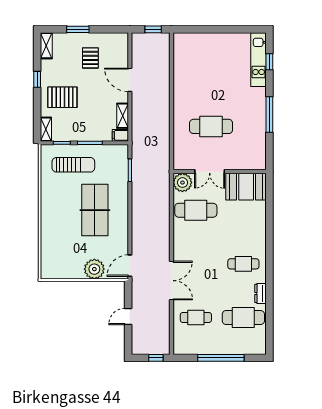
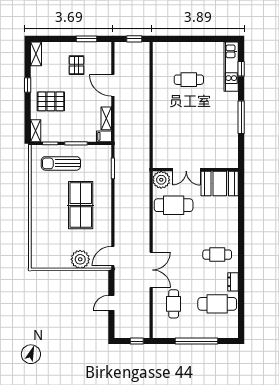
window: (78, 29) -> (86, 39), moved
cafe table: (211, 126) -> (189, 80), moved, width x0.73, depth x0.74
sun lounger: (73, 165) -> (61, 163), turned 180
cafe table: (196, 318) -> (174, 304), turned 90

